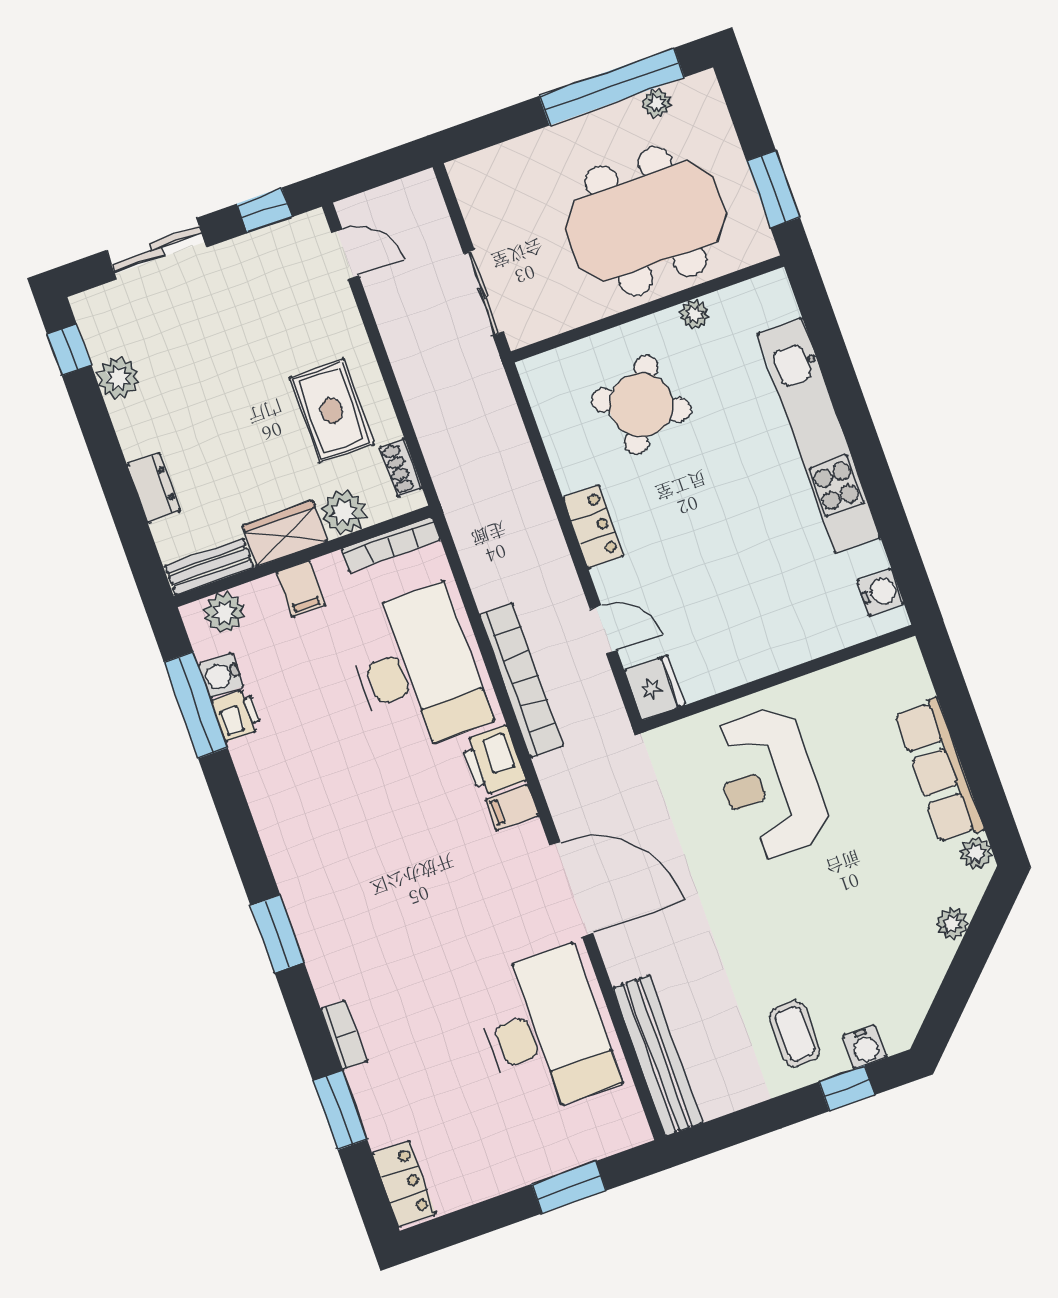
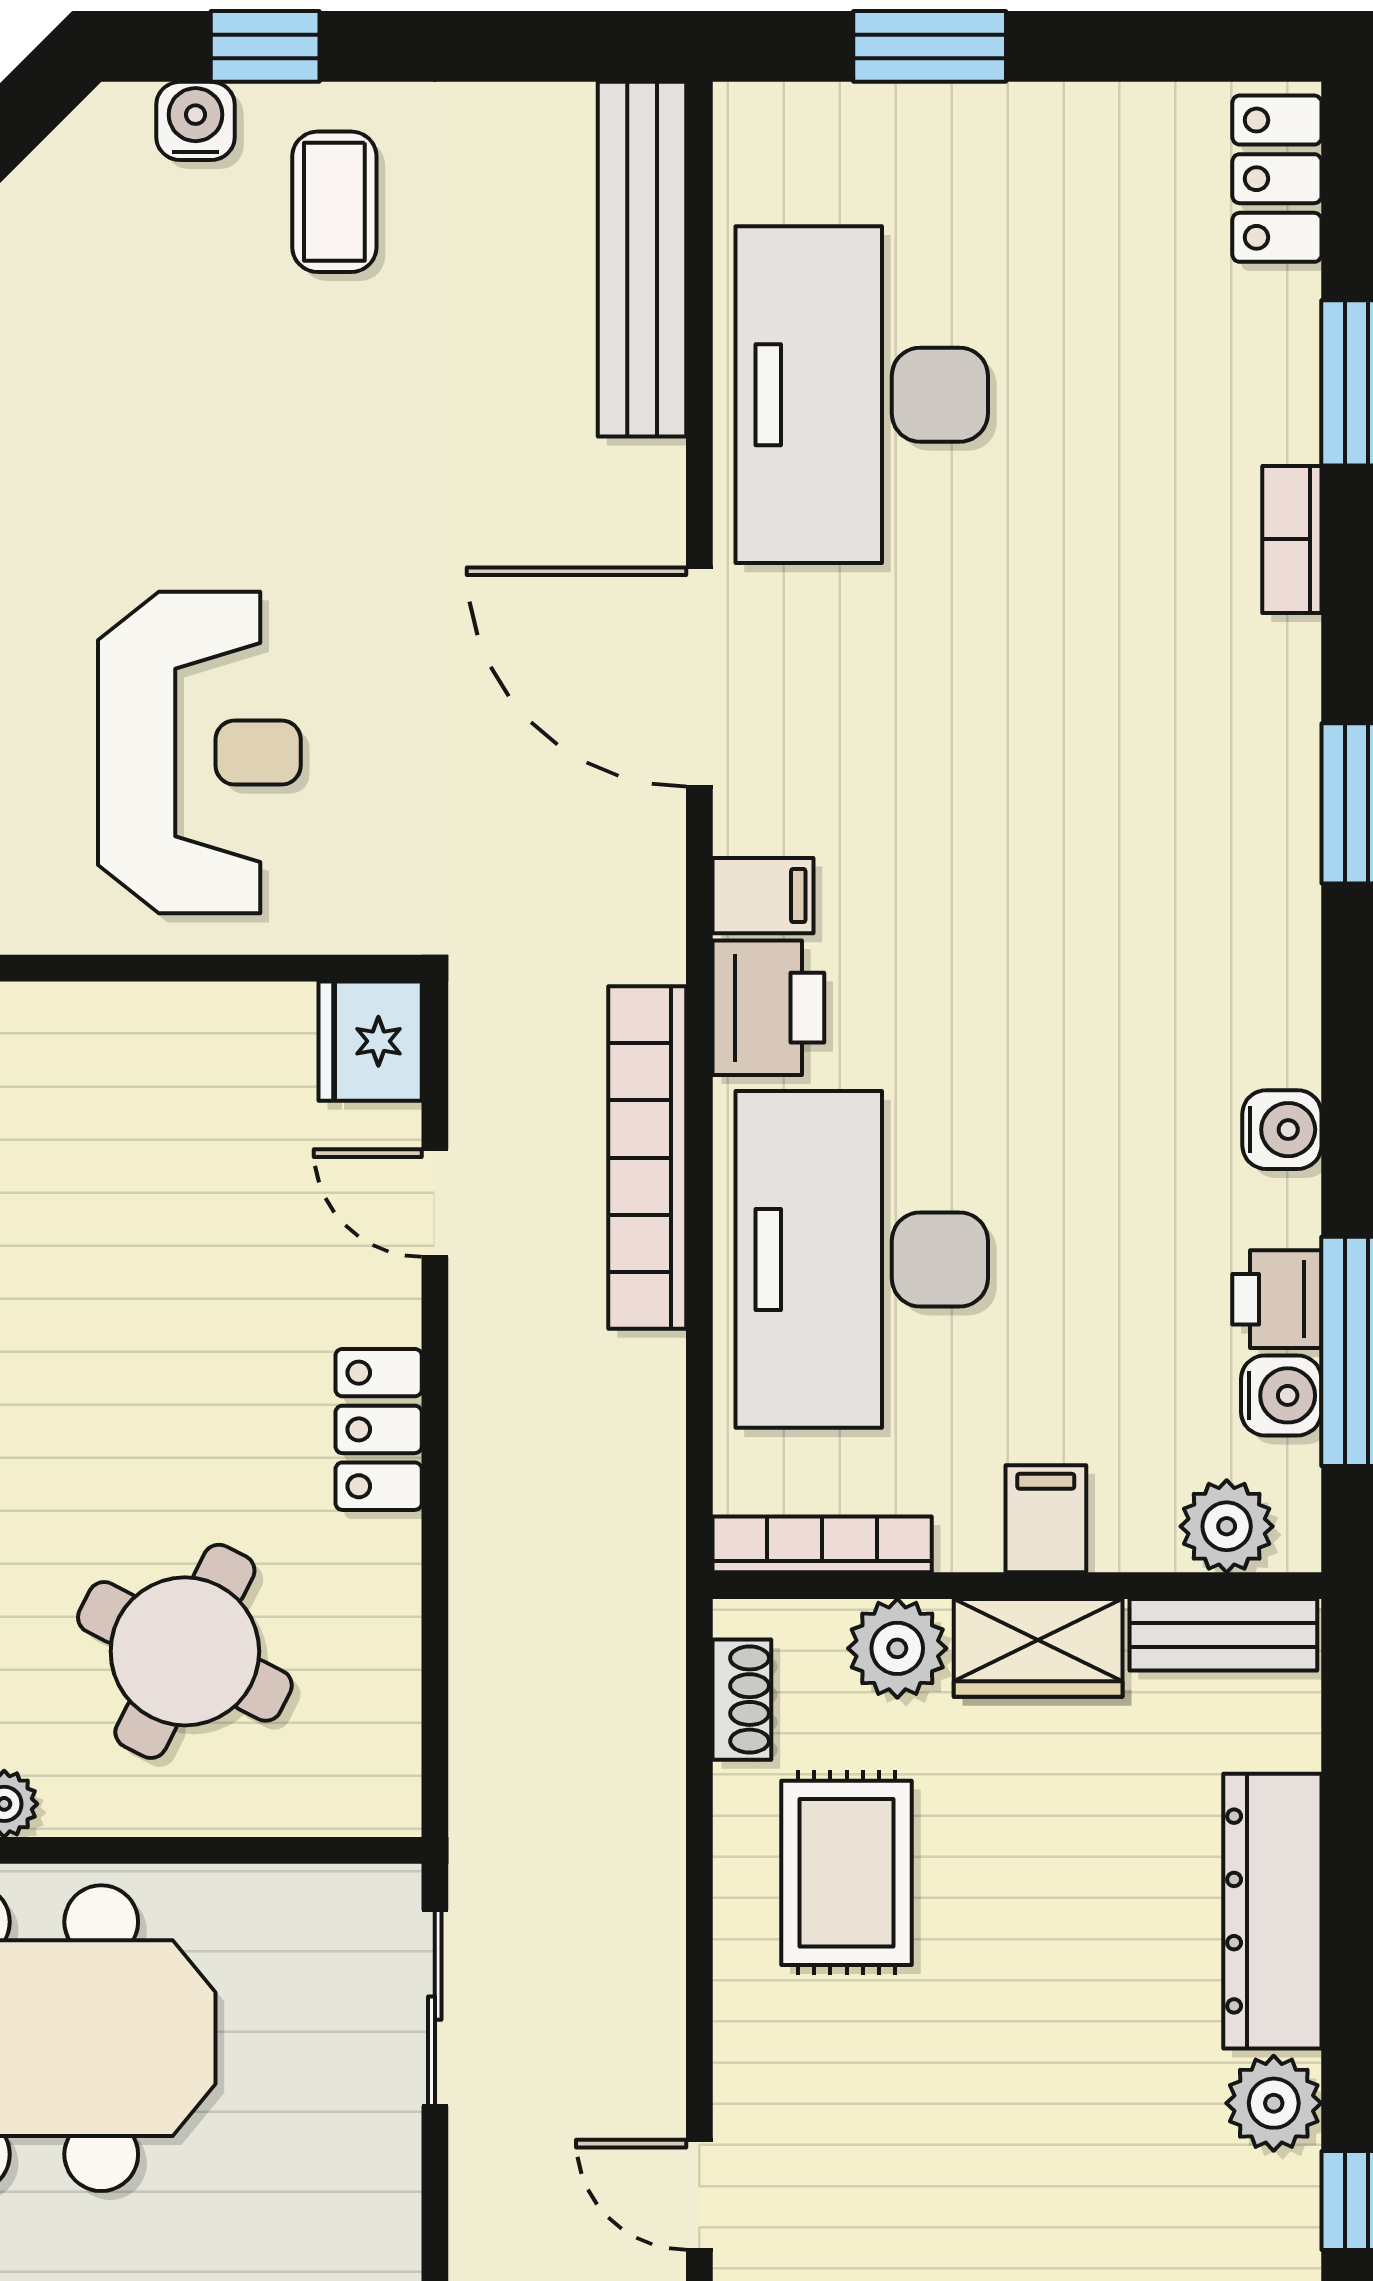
dresser: (154, 488) -> (1272, 1911), width x1.96, depth x1.24
water cooler: (260, 787) -> (1282, 1130), added

